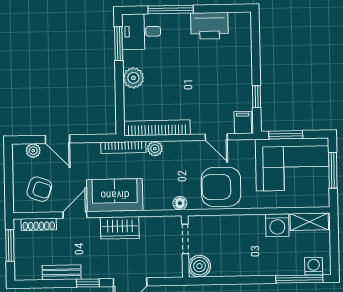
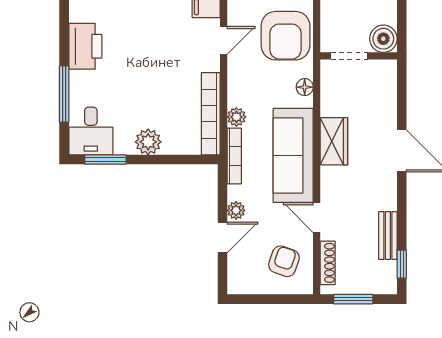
plant: (33, 151) -> (236, 210), moved
sofa: (115, 195) -> (293, 155), width x1.36
wardrobe: (120, 228) -> (334, 141), moved
doorway: (185, 239) -> (349, 56), moved
wall: (185, 246) -> (359, 56), moved
boiler: (199, 266) -> (383, 39), moved
window: (88, 283) -> (402, 264), moved

